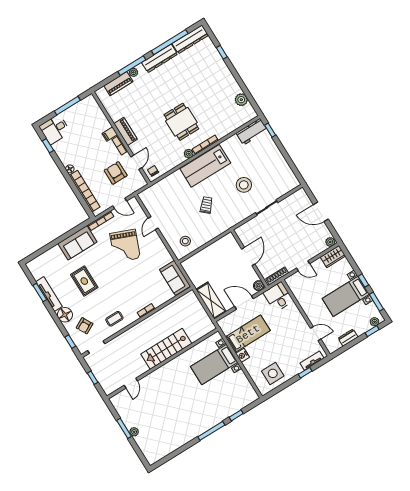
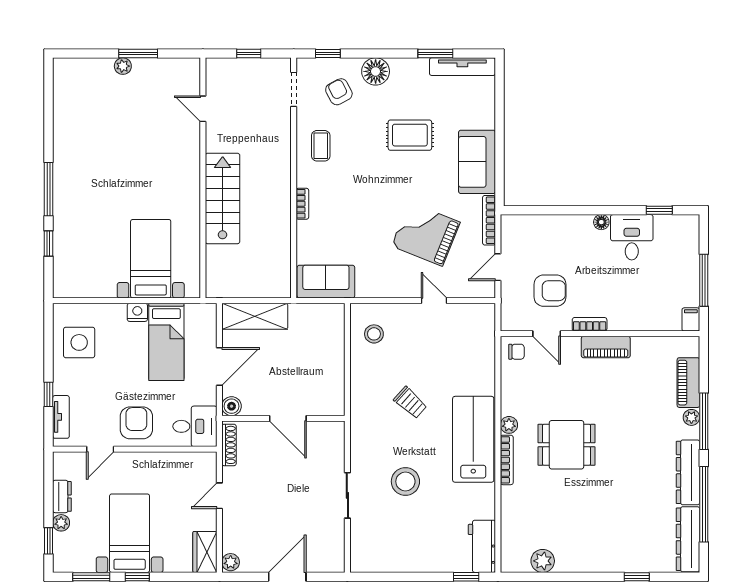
desk: (55, 129) -> (632, 237), moved
filing cabinet: (110, 134) -> (691, 319), moved
bookcase: (85, 191) -> (552, 224), removed
tv unit: (49, 294) -> (462, 67), moved
plant: (375, 322) -> (61, 523), moved
armchair: (293, 324) -> (136, 423), added

